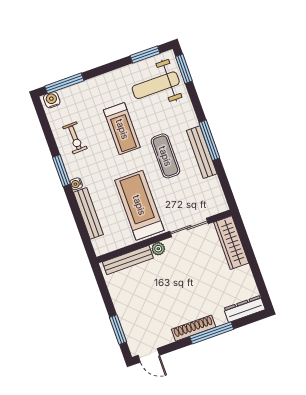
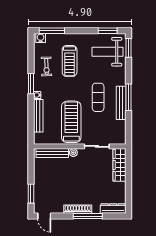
treadmill: (122, 129) -> (70, 61), moved

